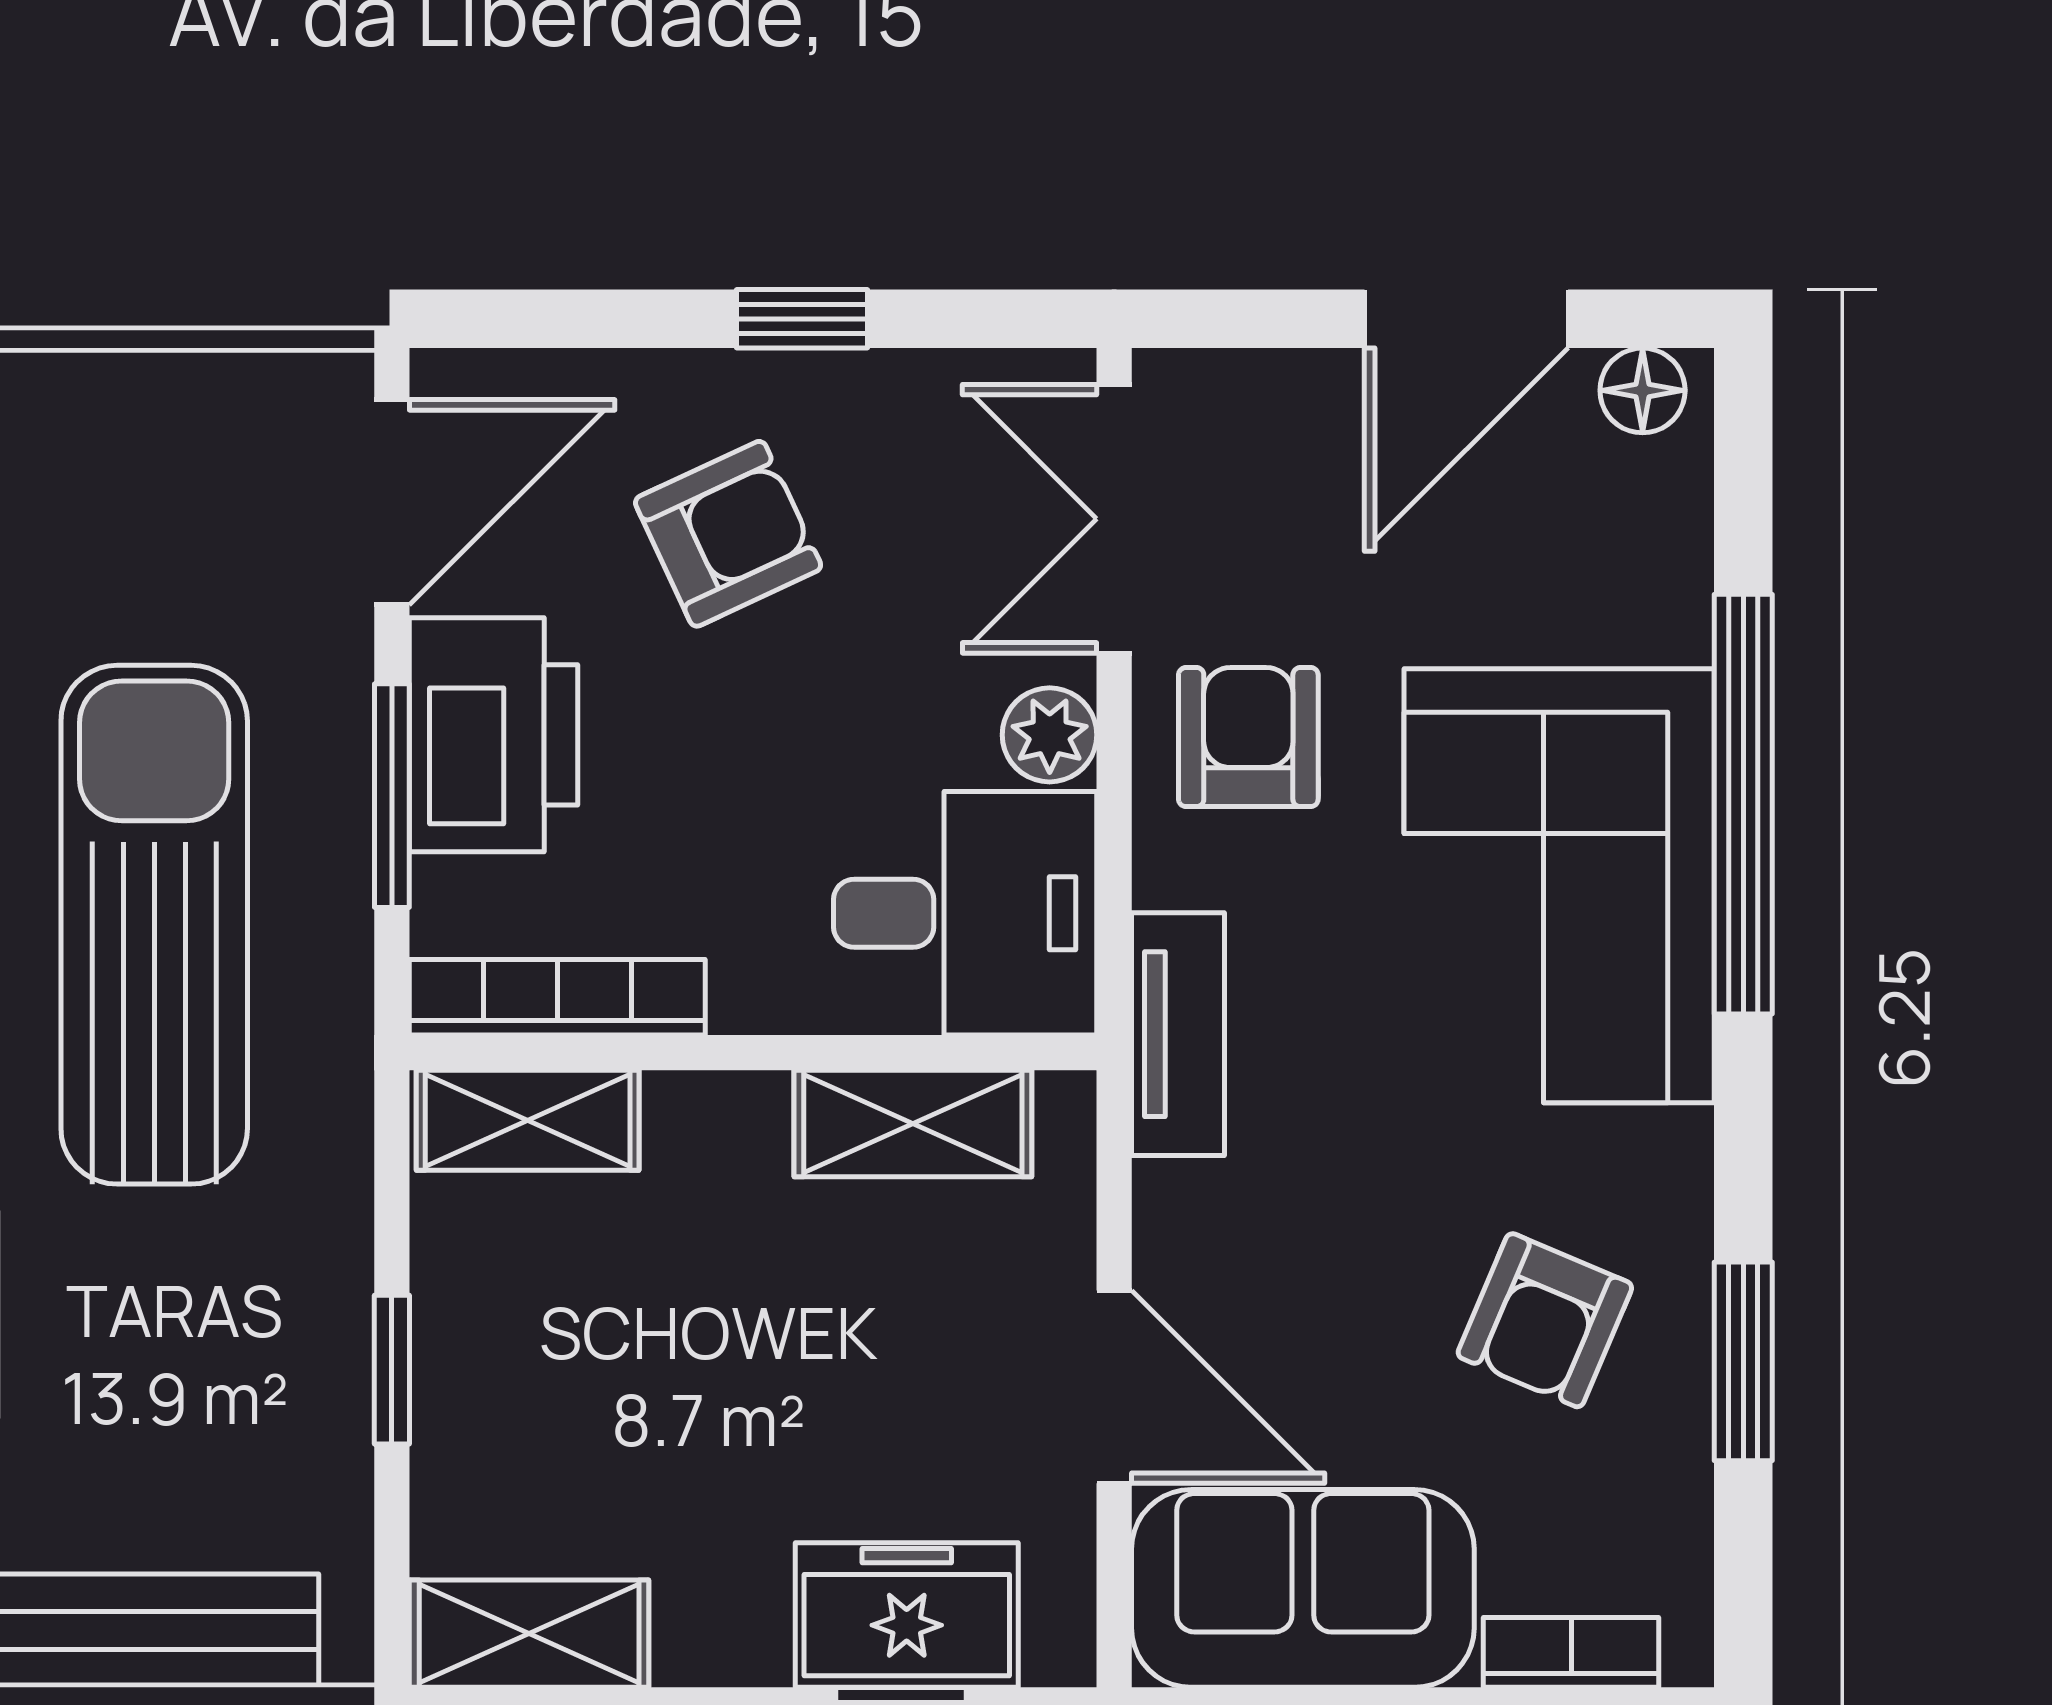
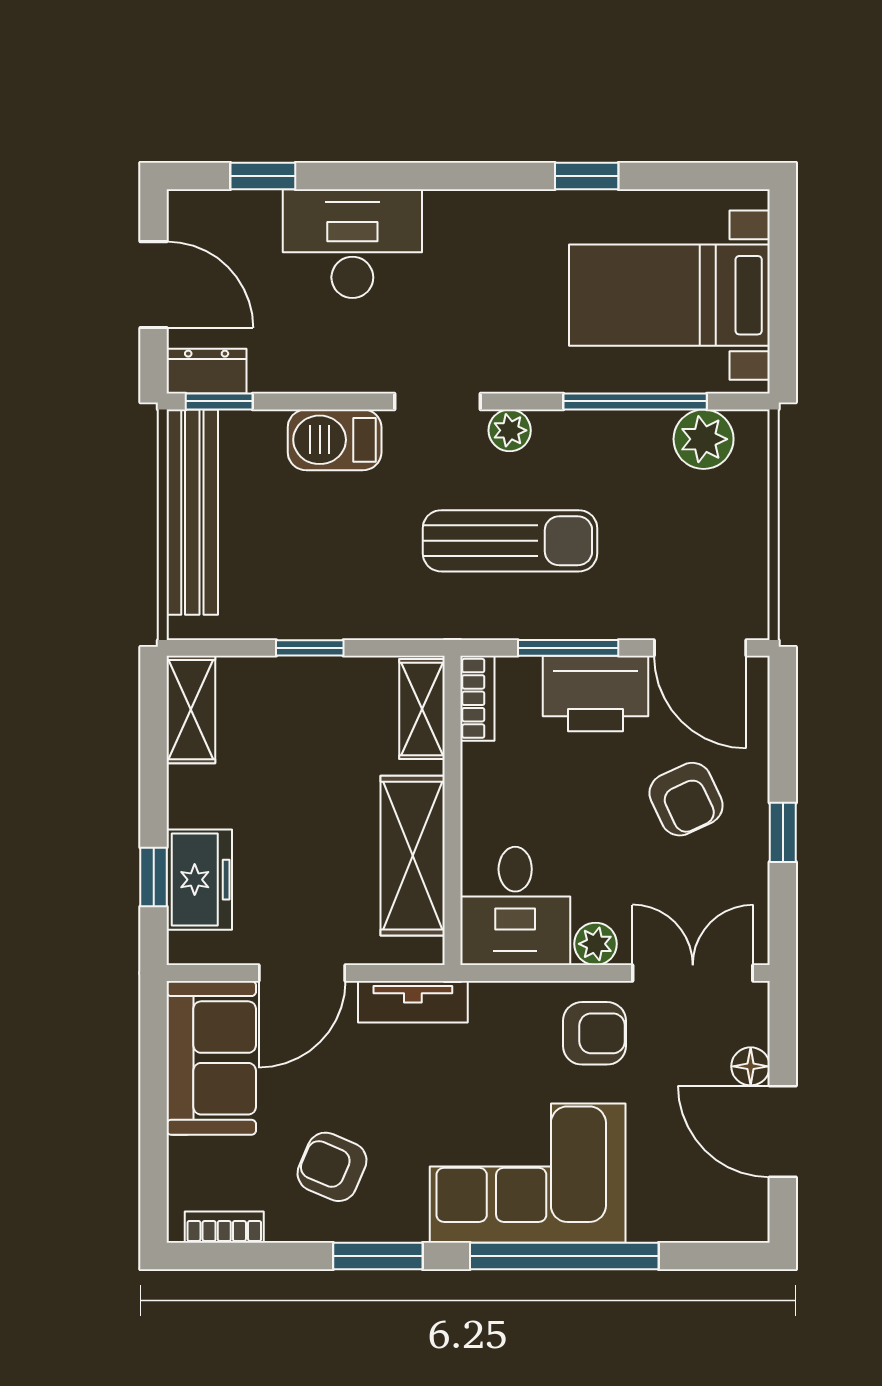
floor lamp: (1643, 390) -> (751, 1066), moved
sun lounger: (154, 925) -> (510, 541), width x0.73, depth x0.75
bookcase: (557, 997) -> (477, 698), width x0.64
tv unit: (1178, 1034) -> (413, 1002), moved
shelving: (913, 1124) -> (413, 856), width x1.50, depth x1.33
window: (1743, 1361) -> (378, 1256), moved
bookcase: (1571, 1652) -> (224, 1227), moved, turned -90

